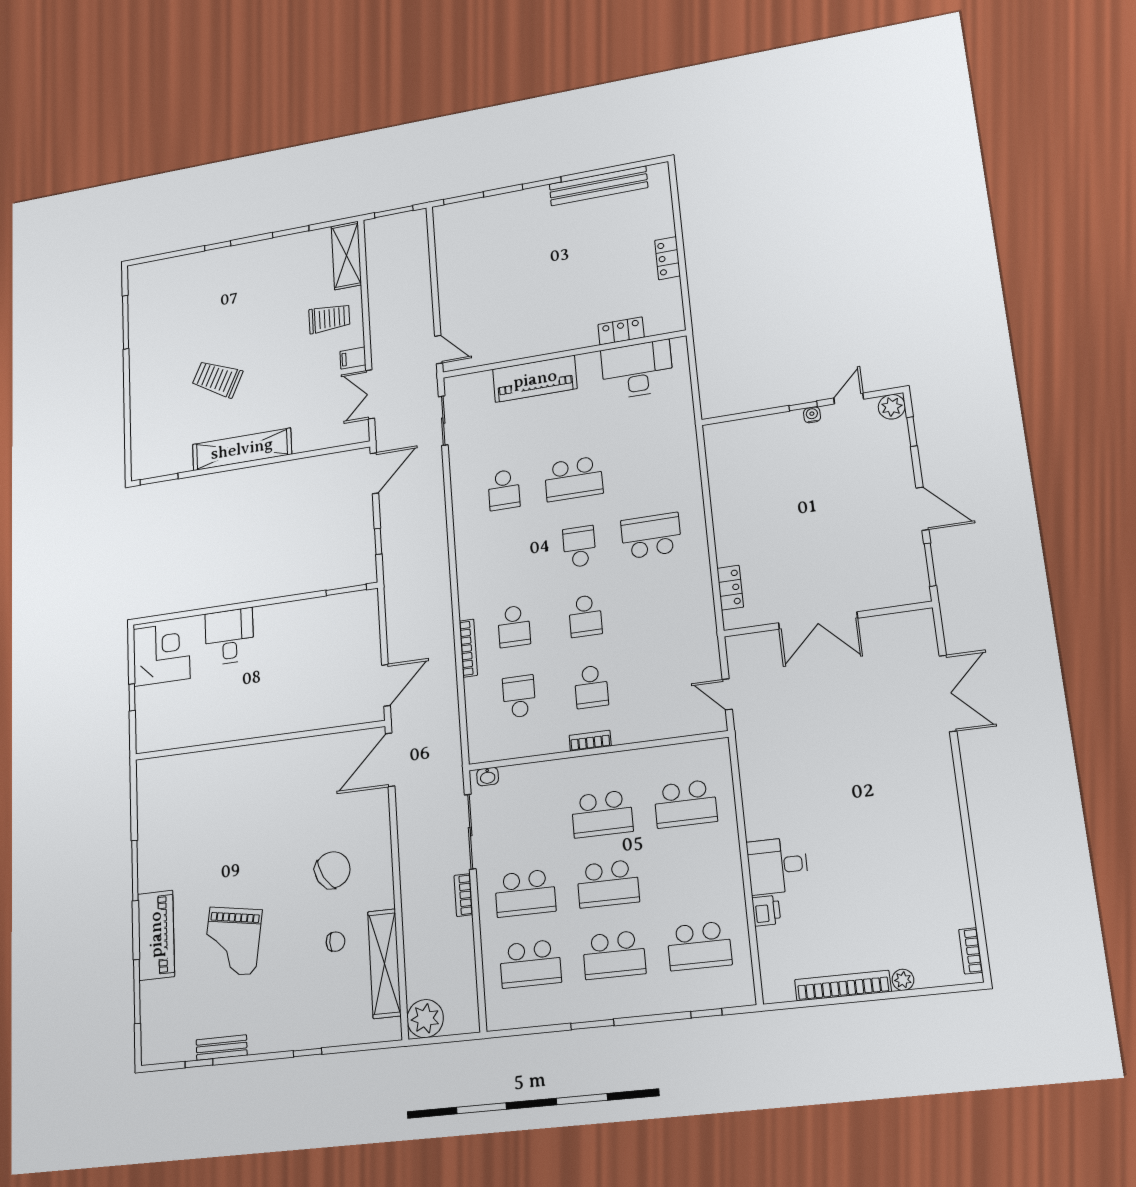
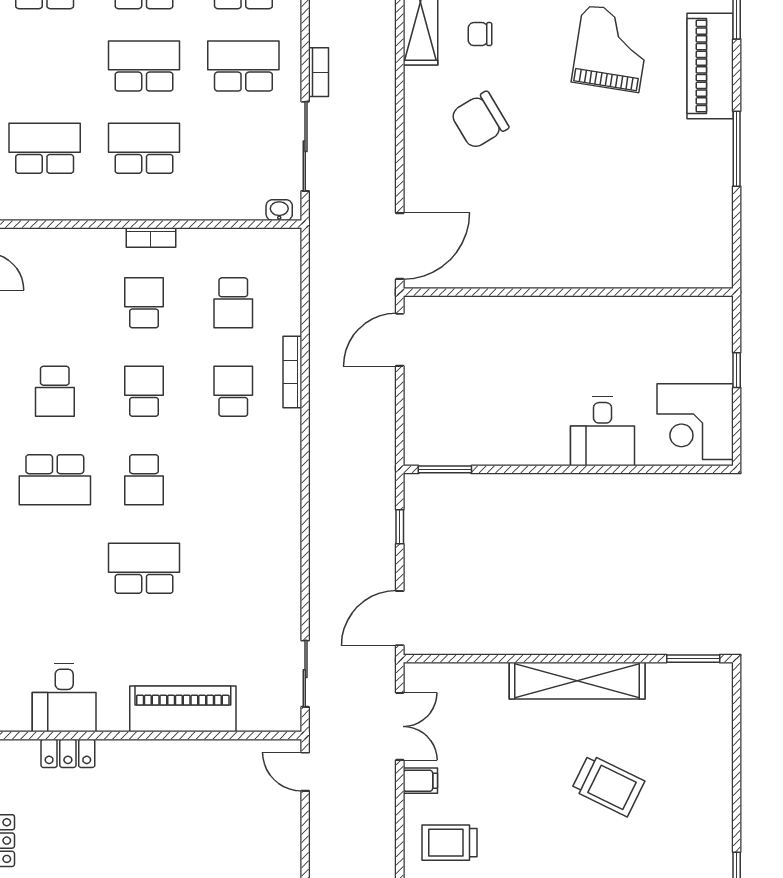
desk: (637, 370) -> (64, 698), width x0.73
school desk: (504, 490) -> (55, 391), moved, turned 180

